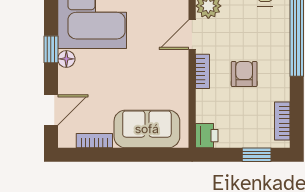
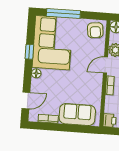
window: (51, 49) -> (29, 52), moved

